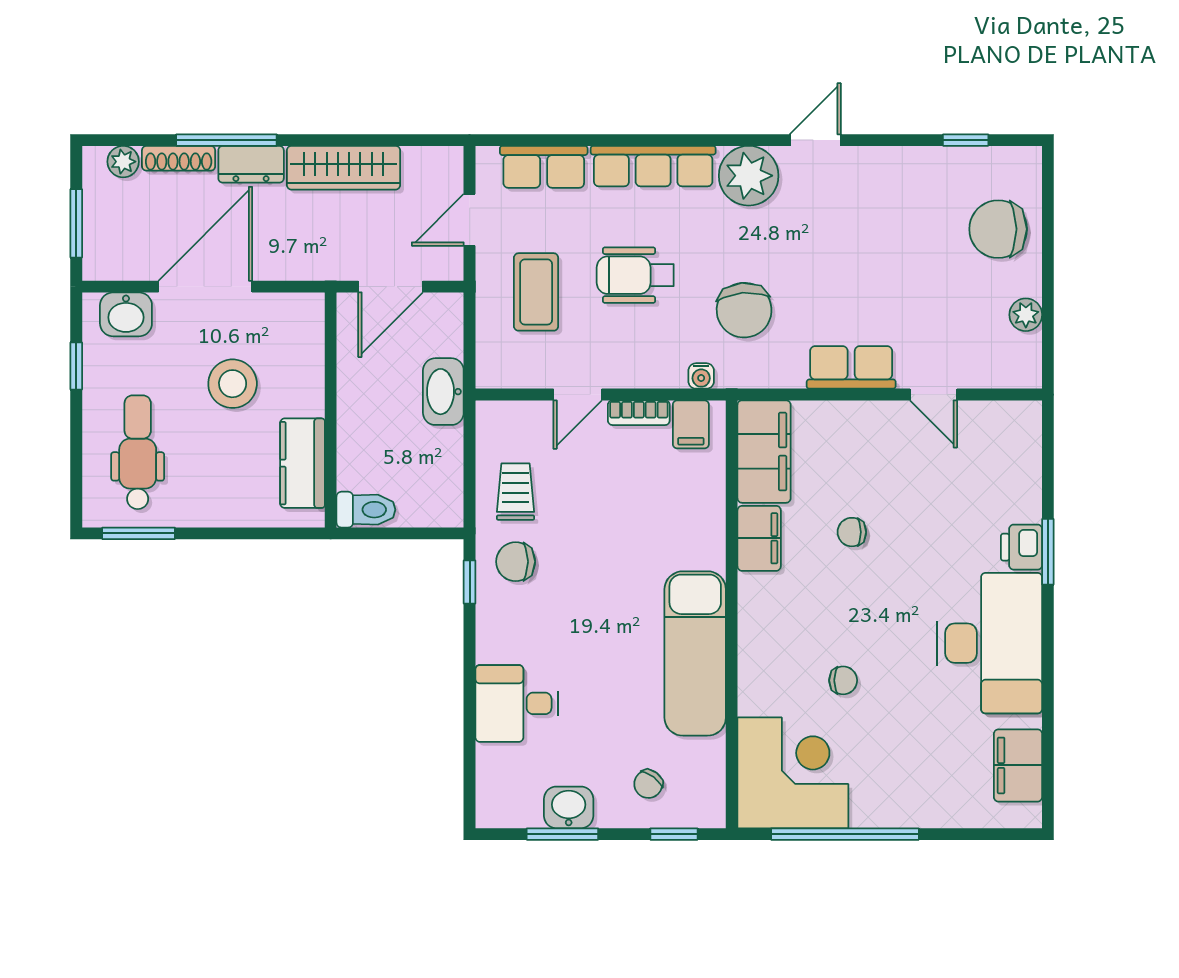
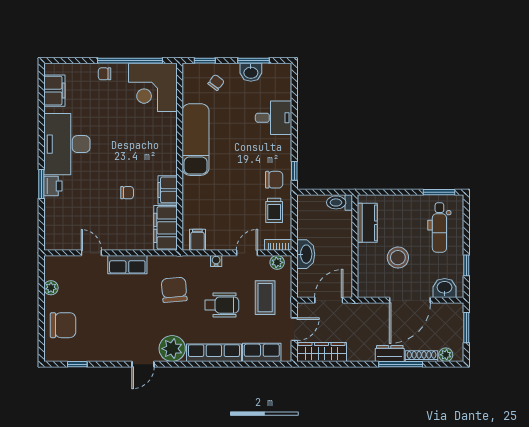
wardrobe: (343, 168) -> (322, 352), moved
plant: (509, 373) -> (277, 262), added
water cooler: (701, 376) -> (216, 261), moved
bookcase: (639, 413) -> (278, 245), moved
chair: (843, 680) -> (105, 74), moved

